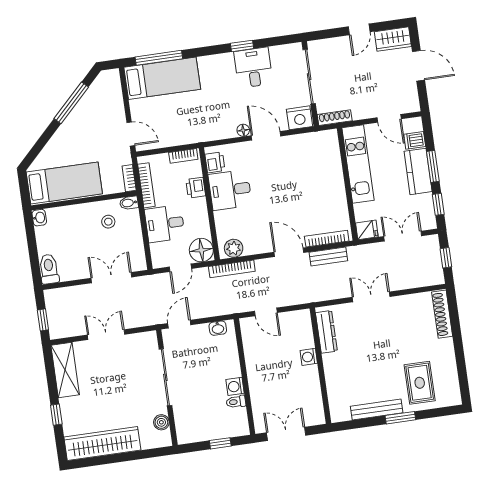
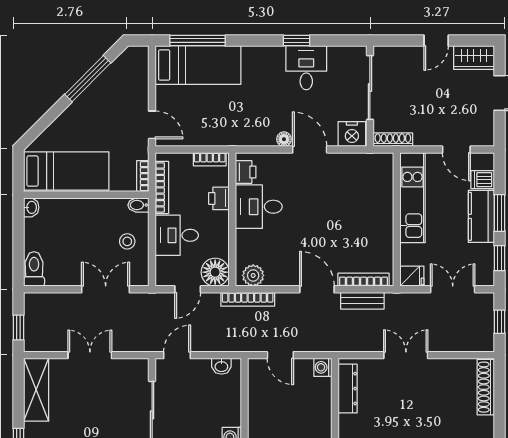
stool: (108, 222) -> (127, 241), moved
washing machine: (309, 357) -> (323, 367), moved

